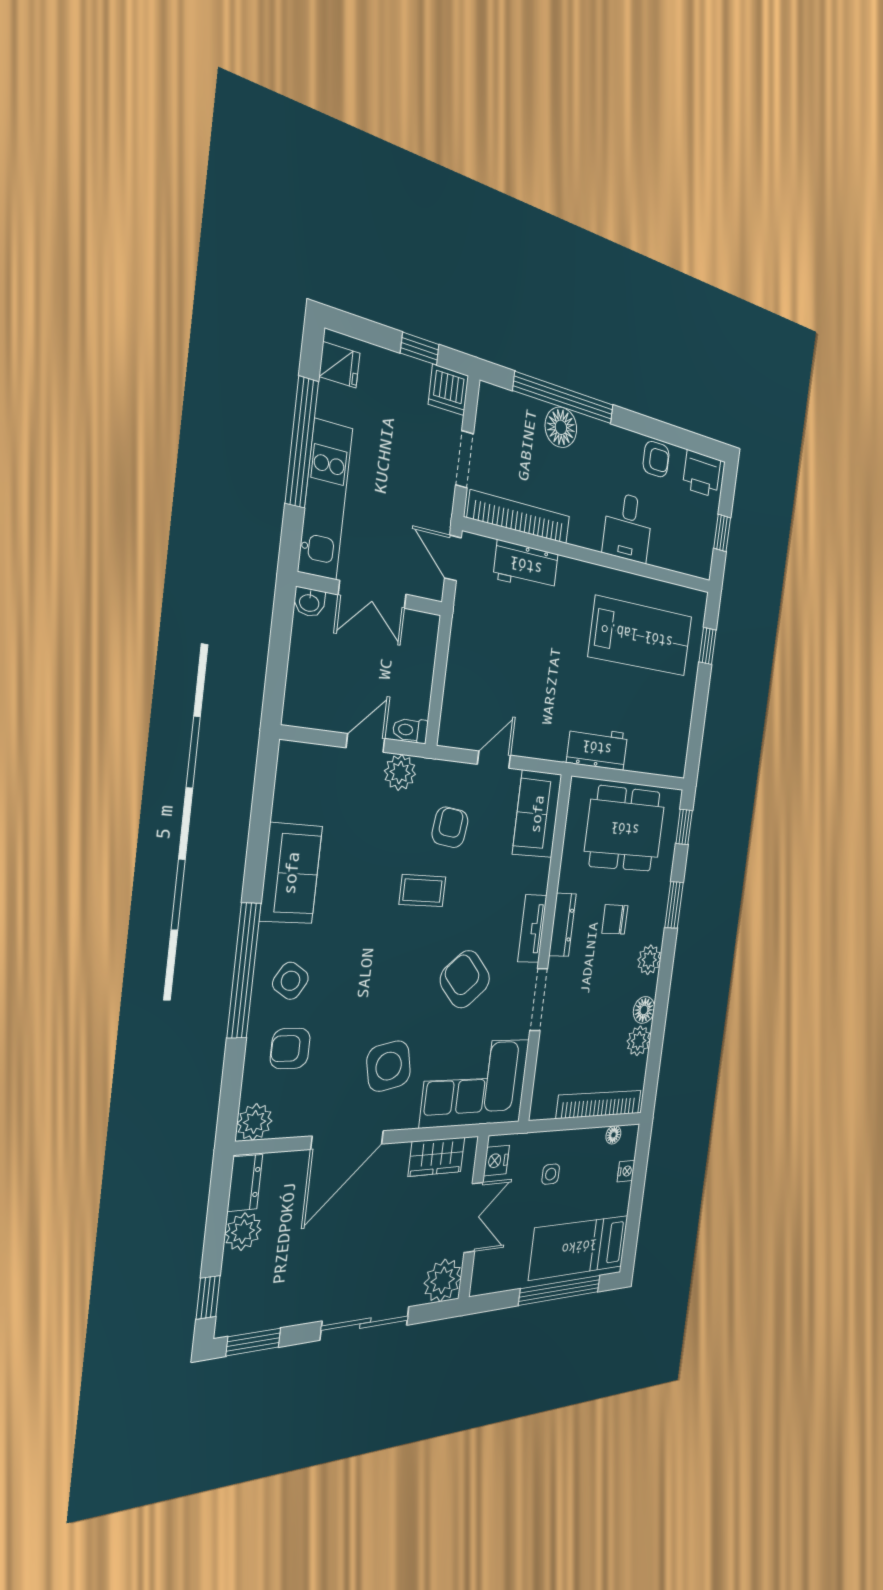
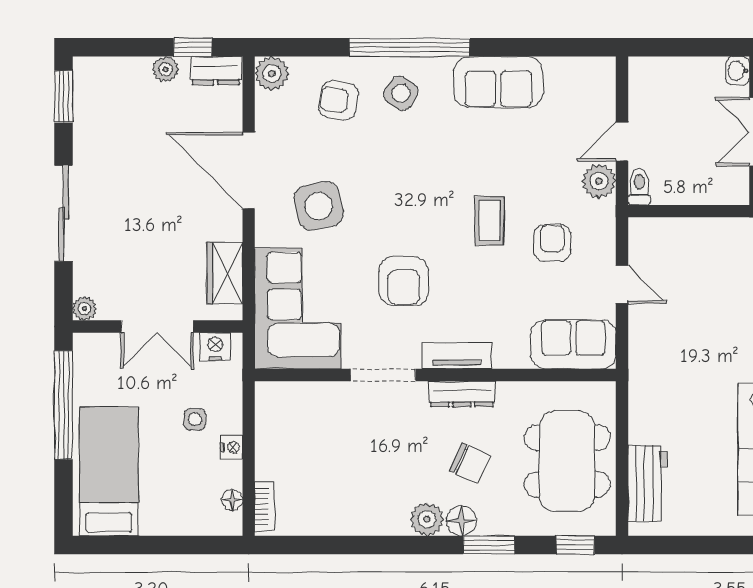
door: (366, 743) -> (622, 142), swing flipped
workbench: (597, 748) -> (648, 484), moved
armchair: (450, 827) -> (552, 243), turned -97
chair: (615, 919) -> (470, 463), turned 115
armchair: (465, 979) -> (404, 281), turned 132
floor lamp: (644, 1010) -> (461, 521), moved
plant: (639, 1041) -> (337, 519), removed
armchair: (290, 1048) -> (339, 100), turned -81
bookcase: (599, 1104) -> (265, 506), width x0.43, depth x0.76
nightstand: (626, 1171) -> (232, 447), moved, turned -90
plant: (243, 1232) -> (165, 69), width x0.73, depth x0.73
plant: (443, 1280) -> (85, 308), width x0.53, depth x0.53
window: (560, 1290) -> (63, 405), moved
window: (208, 1297) -> (193, 47), moved

